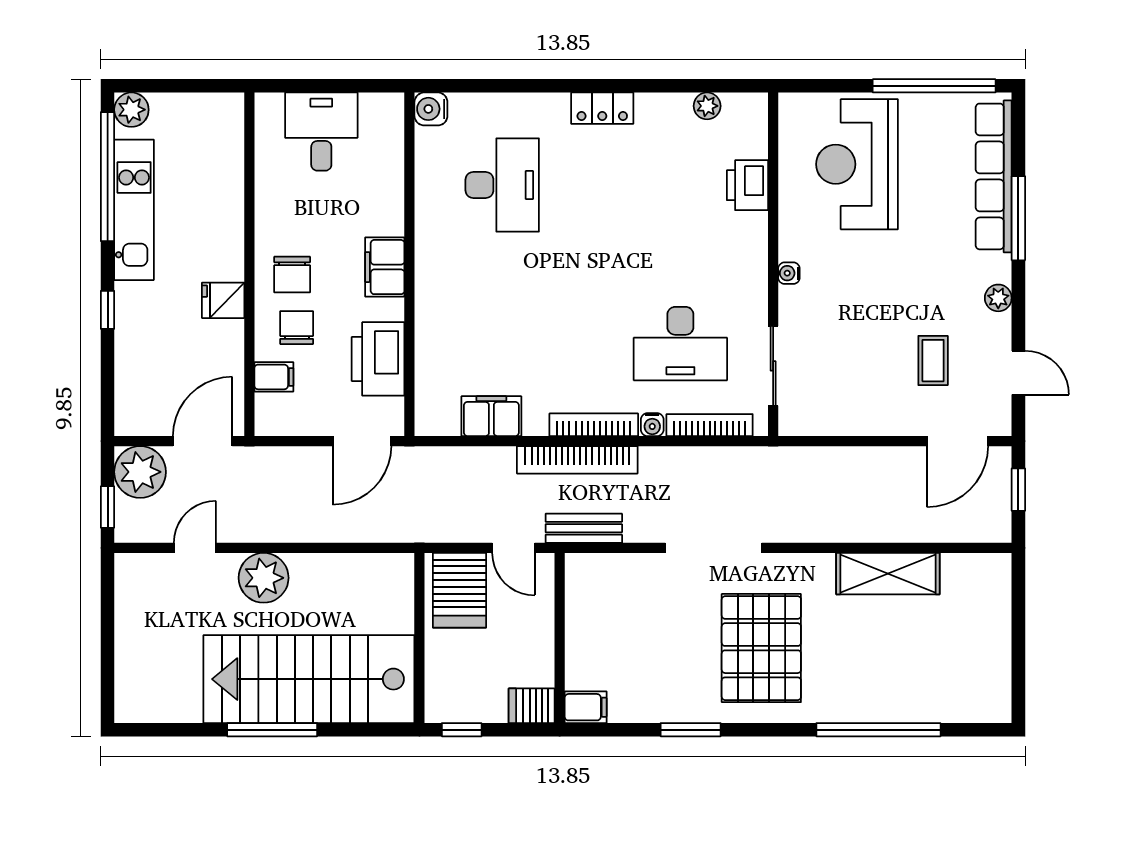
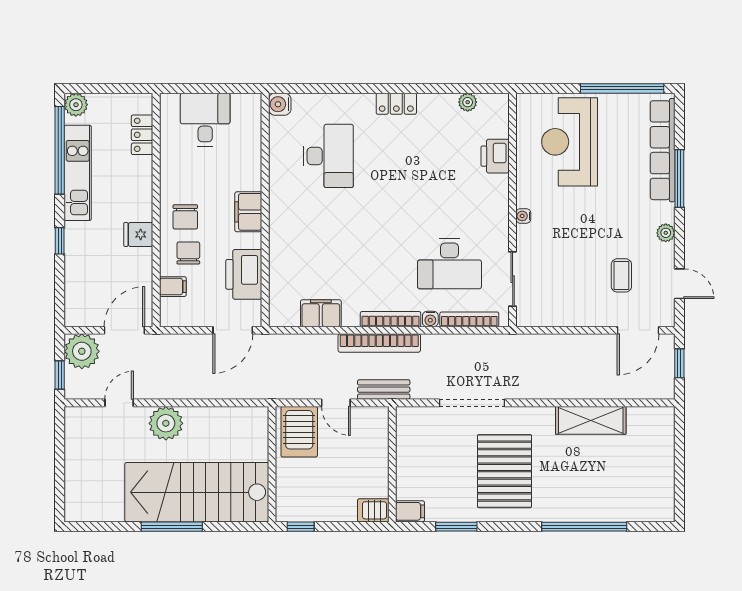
locker: (229, 154) -> (142, 135), added
wall: (560, 638) -> (392, 464), moved
server rack: (532, 706) -> (373, 510), moved
filing cabinet: (586, 707) -> (410, 511), moved

